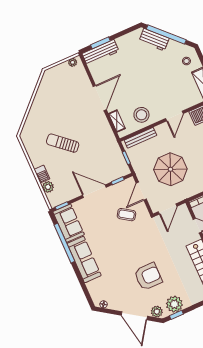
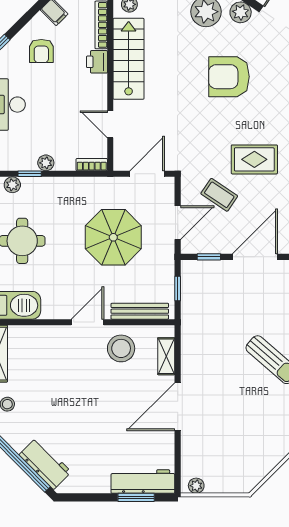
door: (174, 116) -> (87, 322), moved
door: (94, 191) -> (255, 257), swing flipped
rug: (117, 240) -> (254, 159), added

